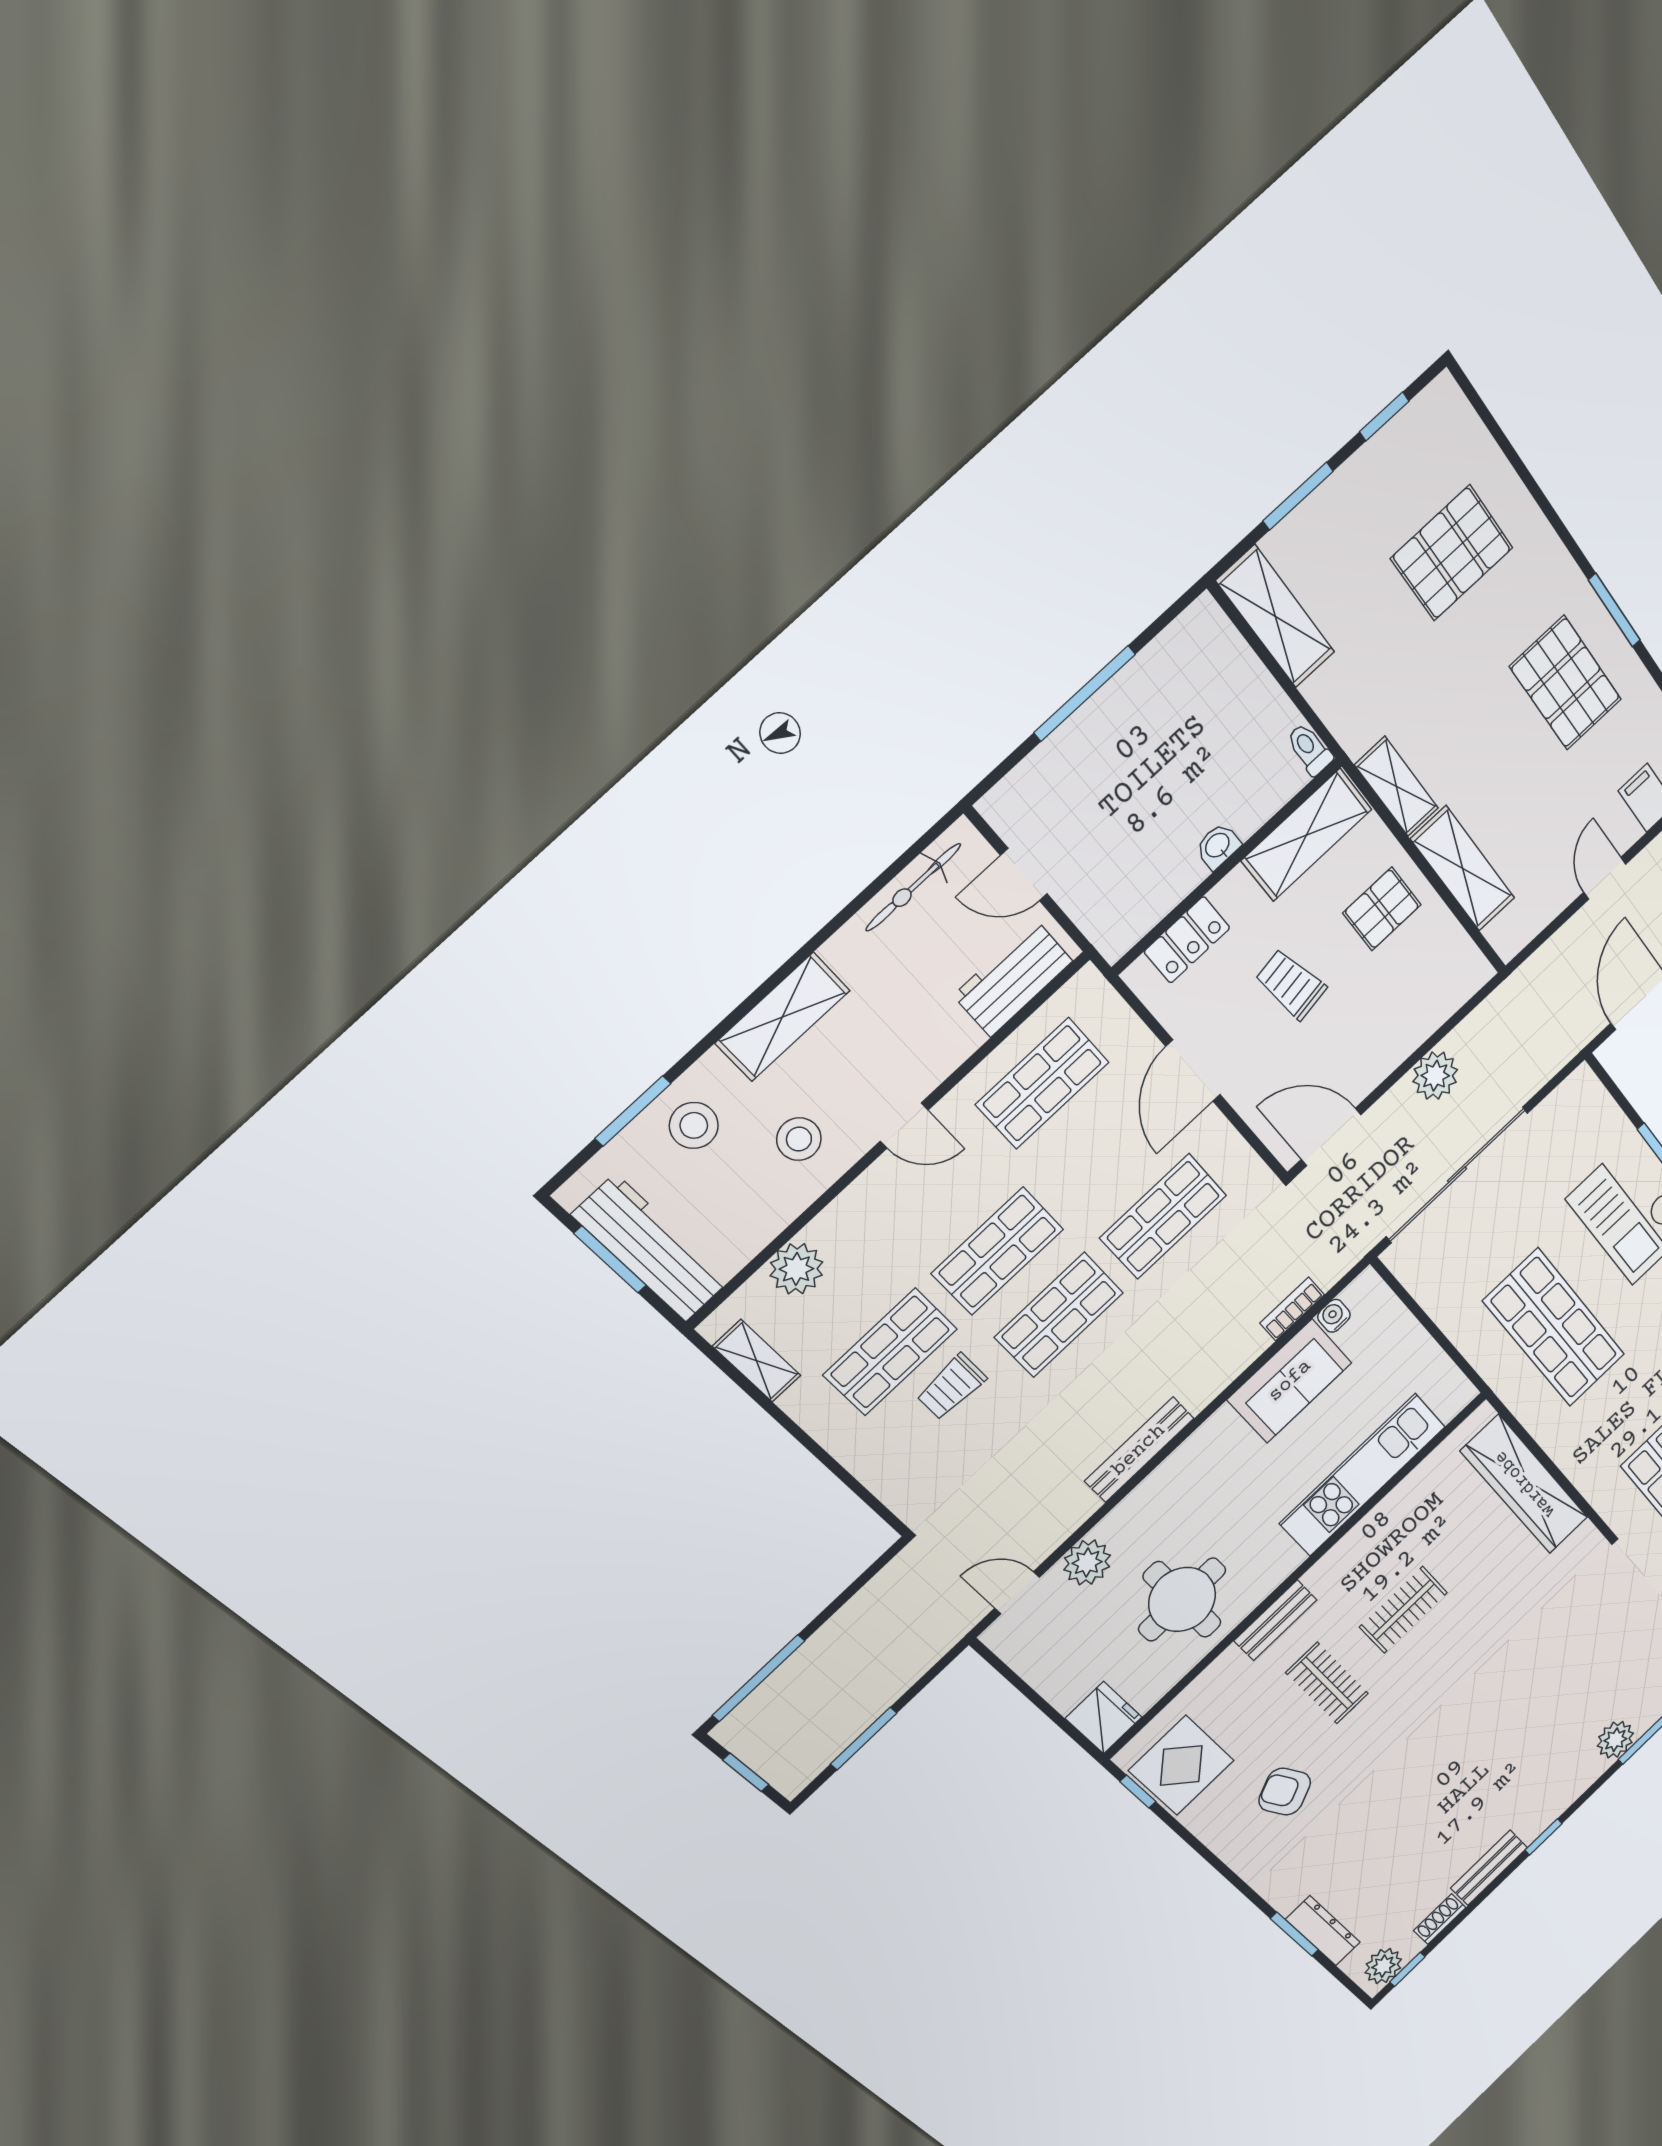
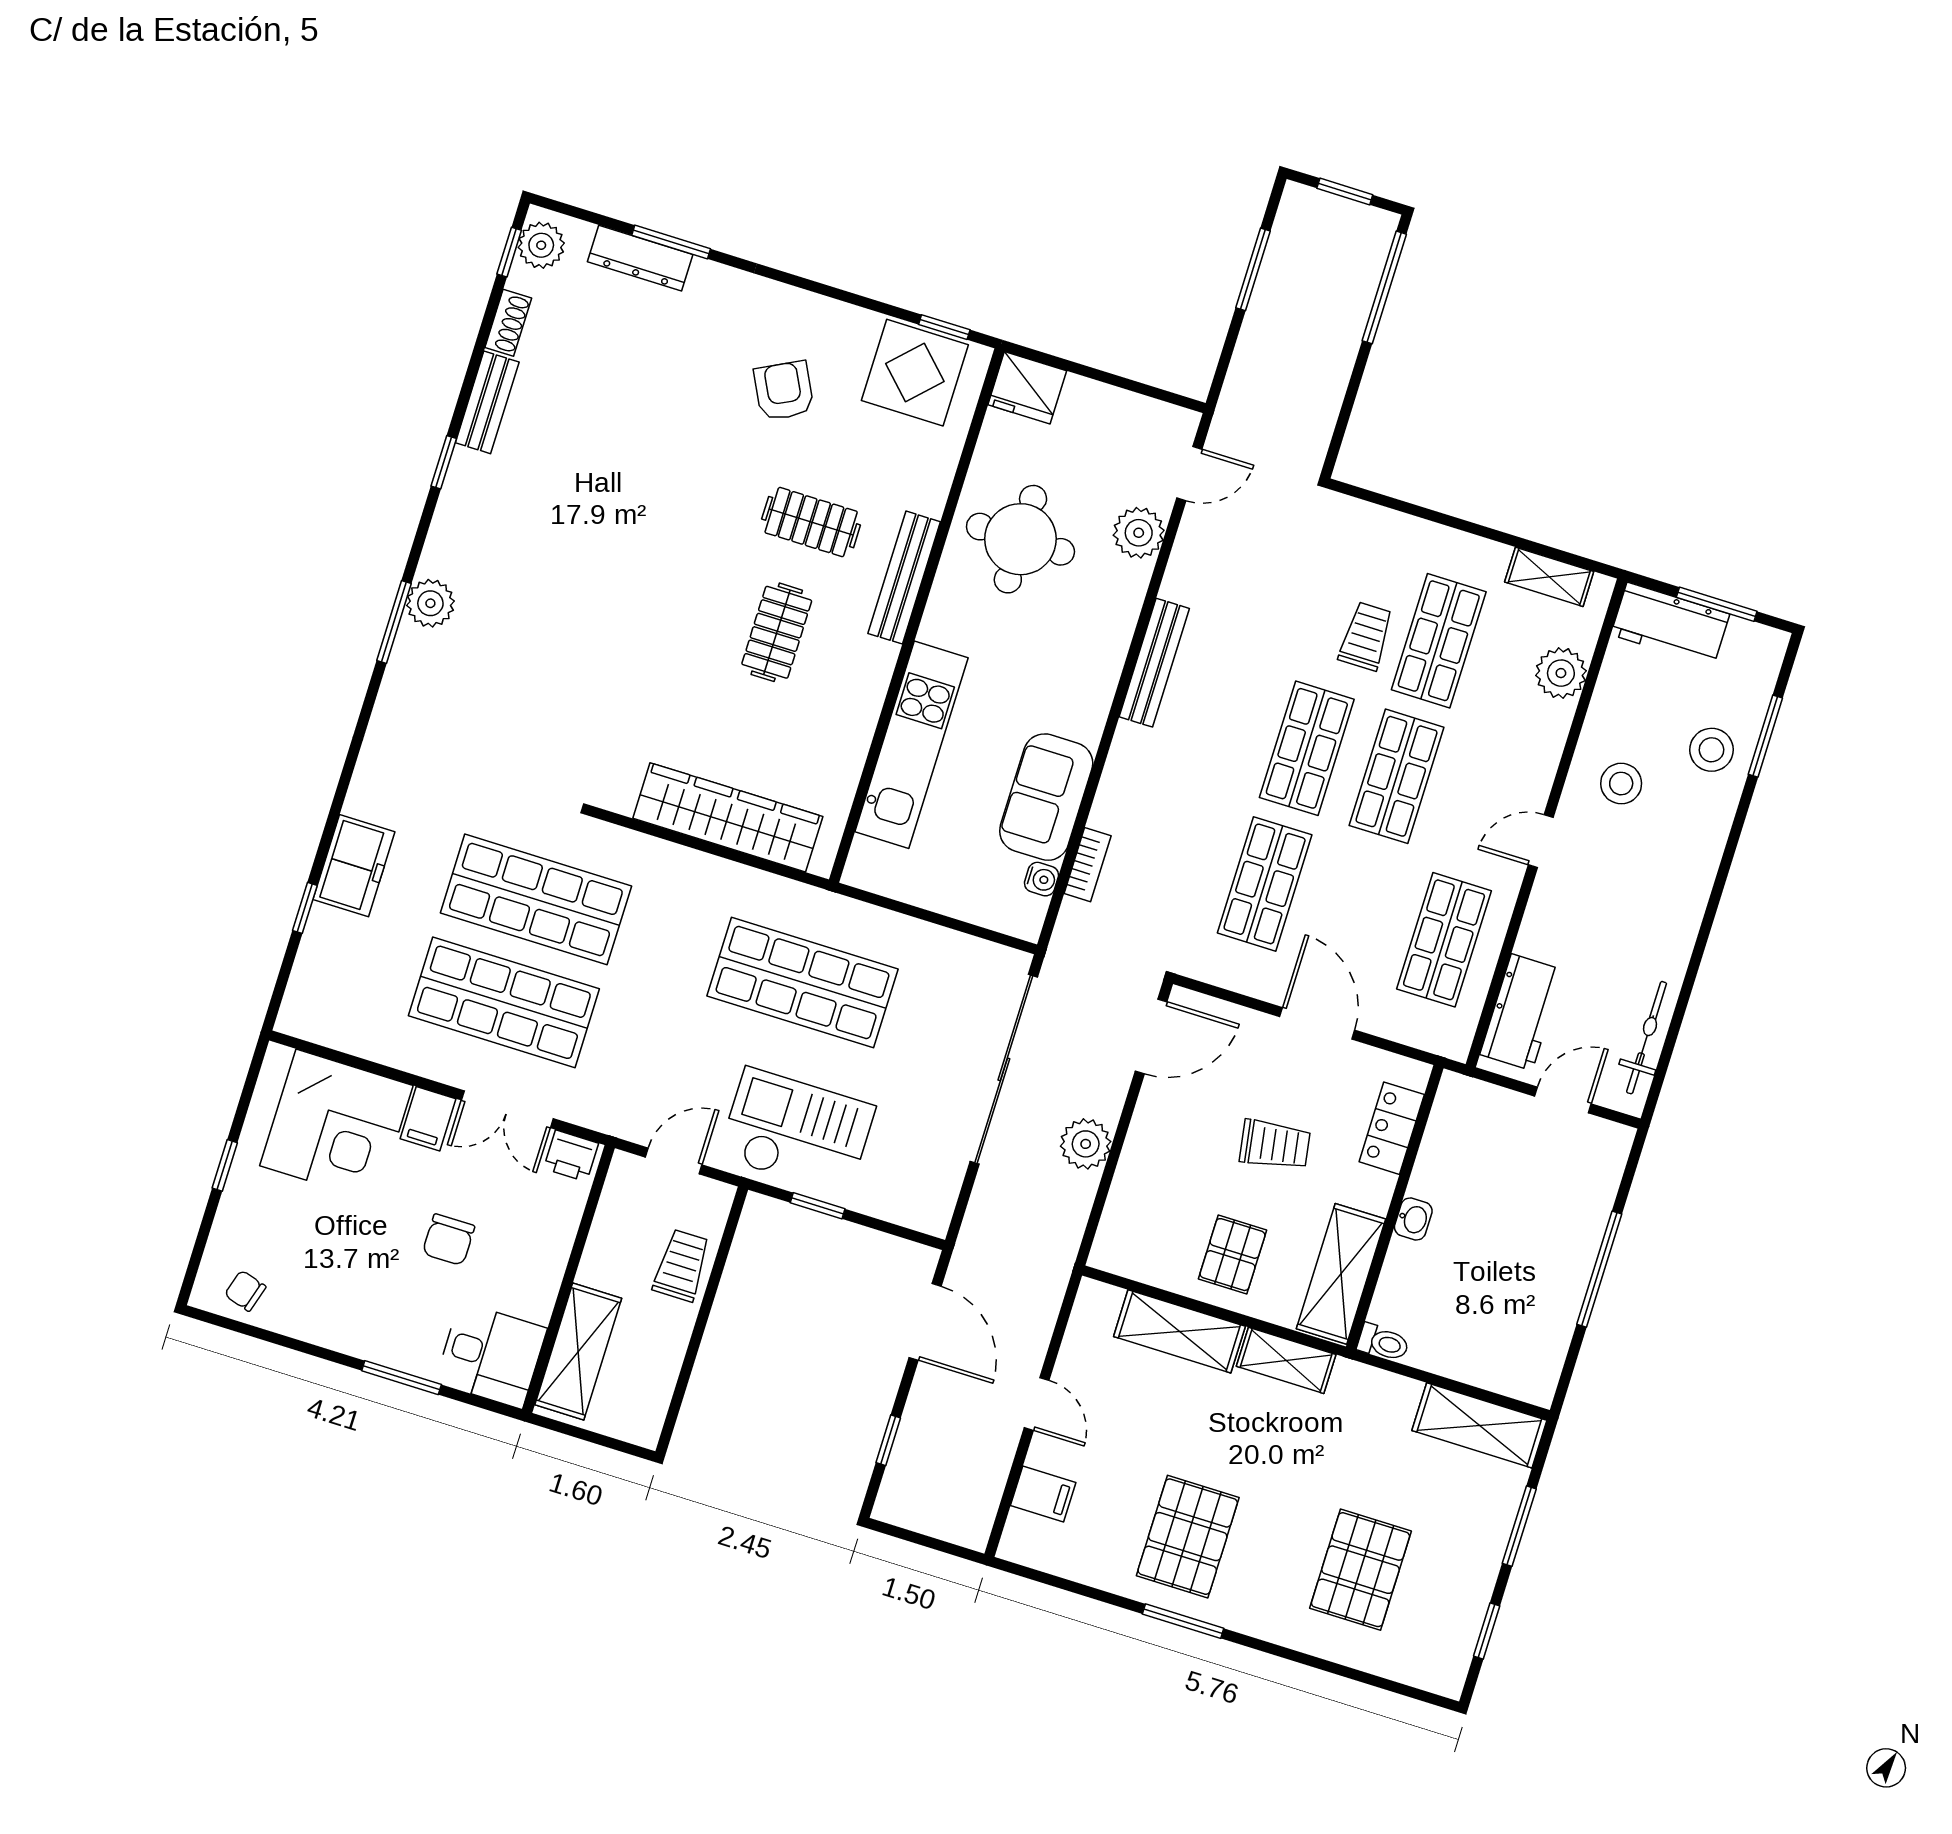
pallet: (1566, 683) -> (1188, 1537), turned 90
shelving: (783, 1017) -> (1691, 876), removed
workbench: (651, 1248) -> (1670, 624), width x0.73
bench: (1275, 1620) -> (904, 578), width x1.36
armchair: (1285, 1792) -> (784, 391), turned -91

